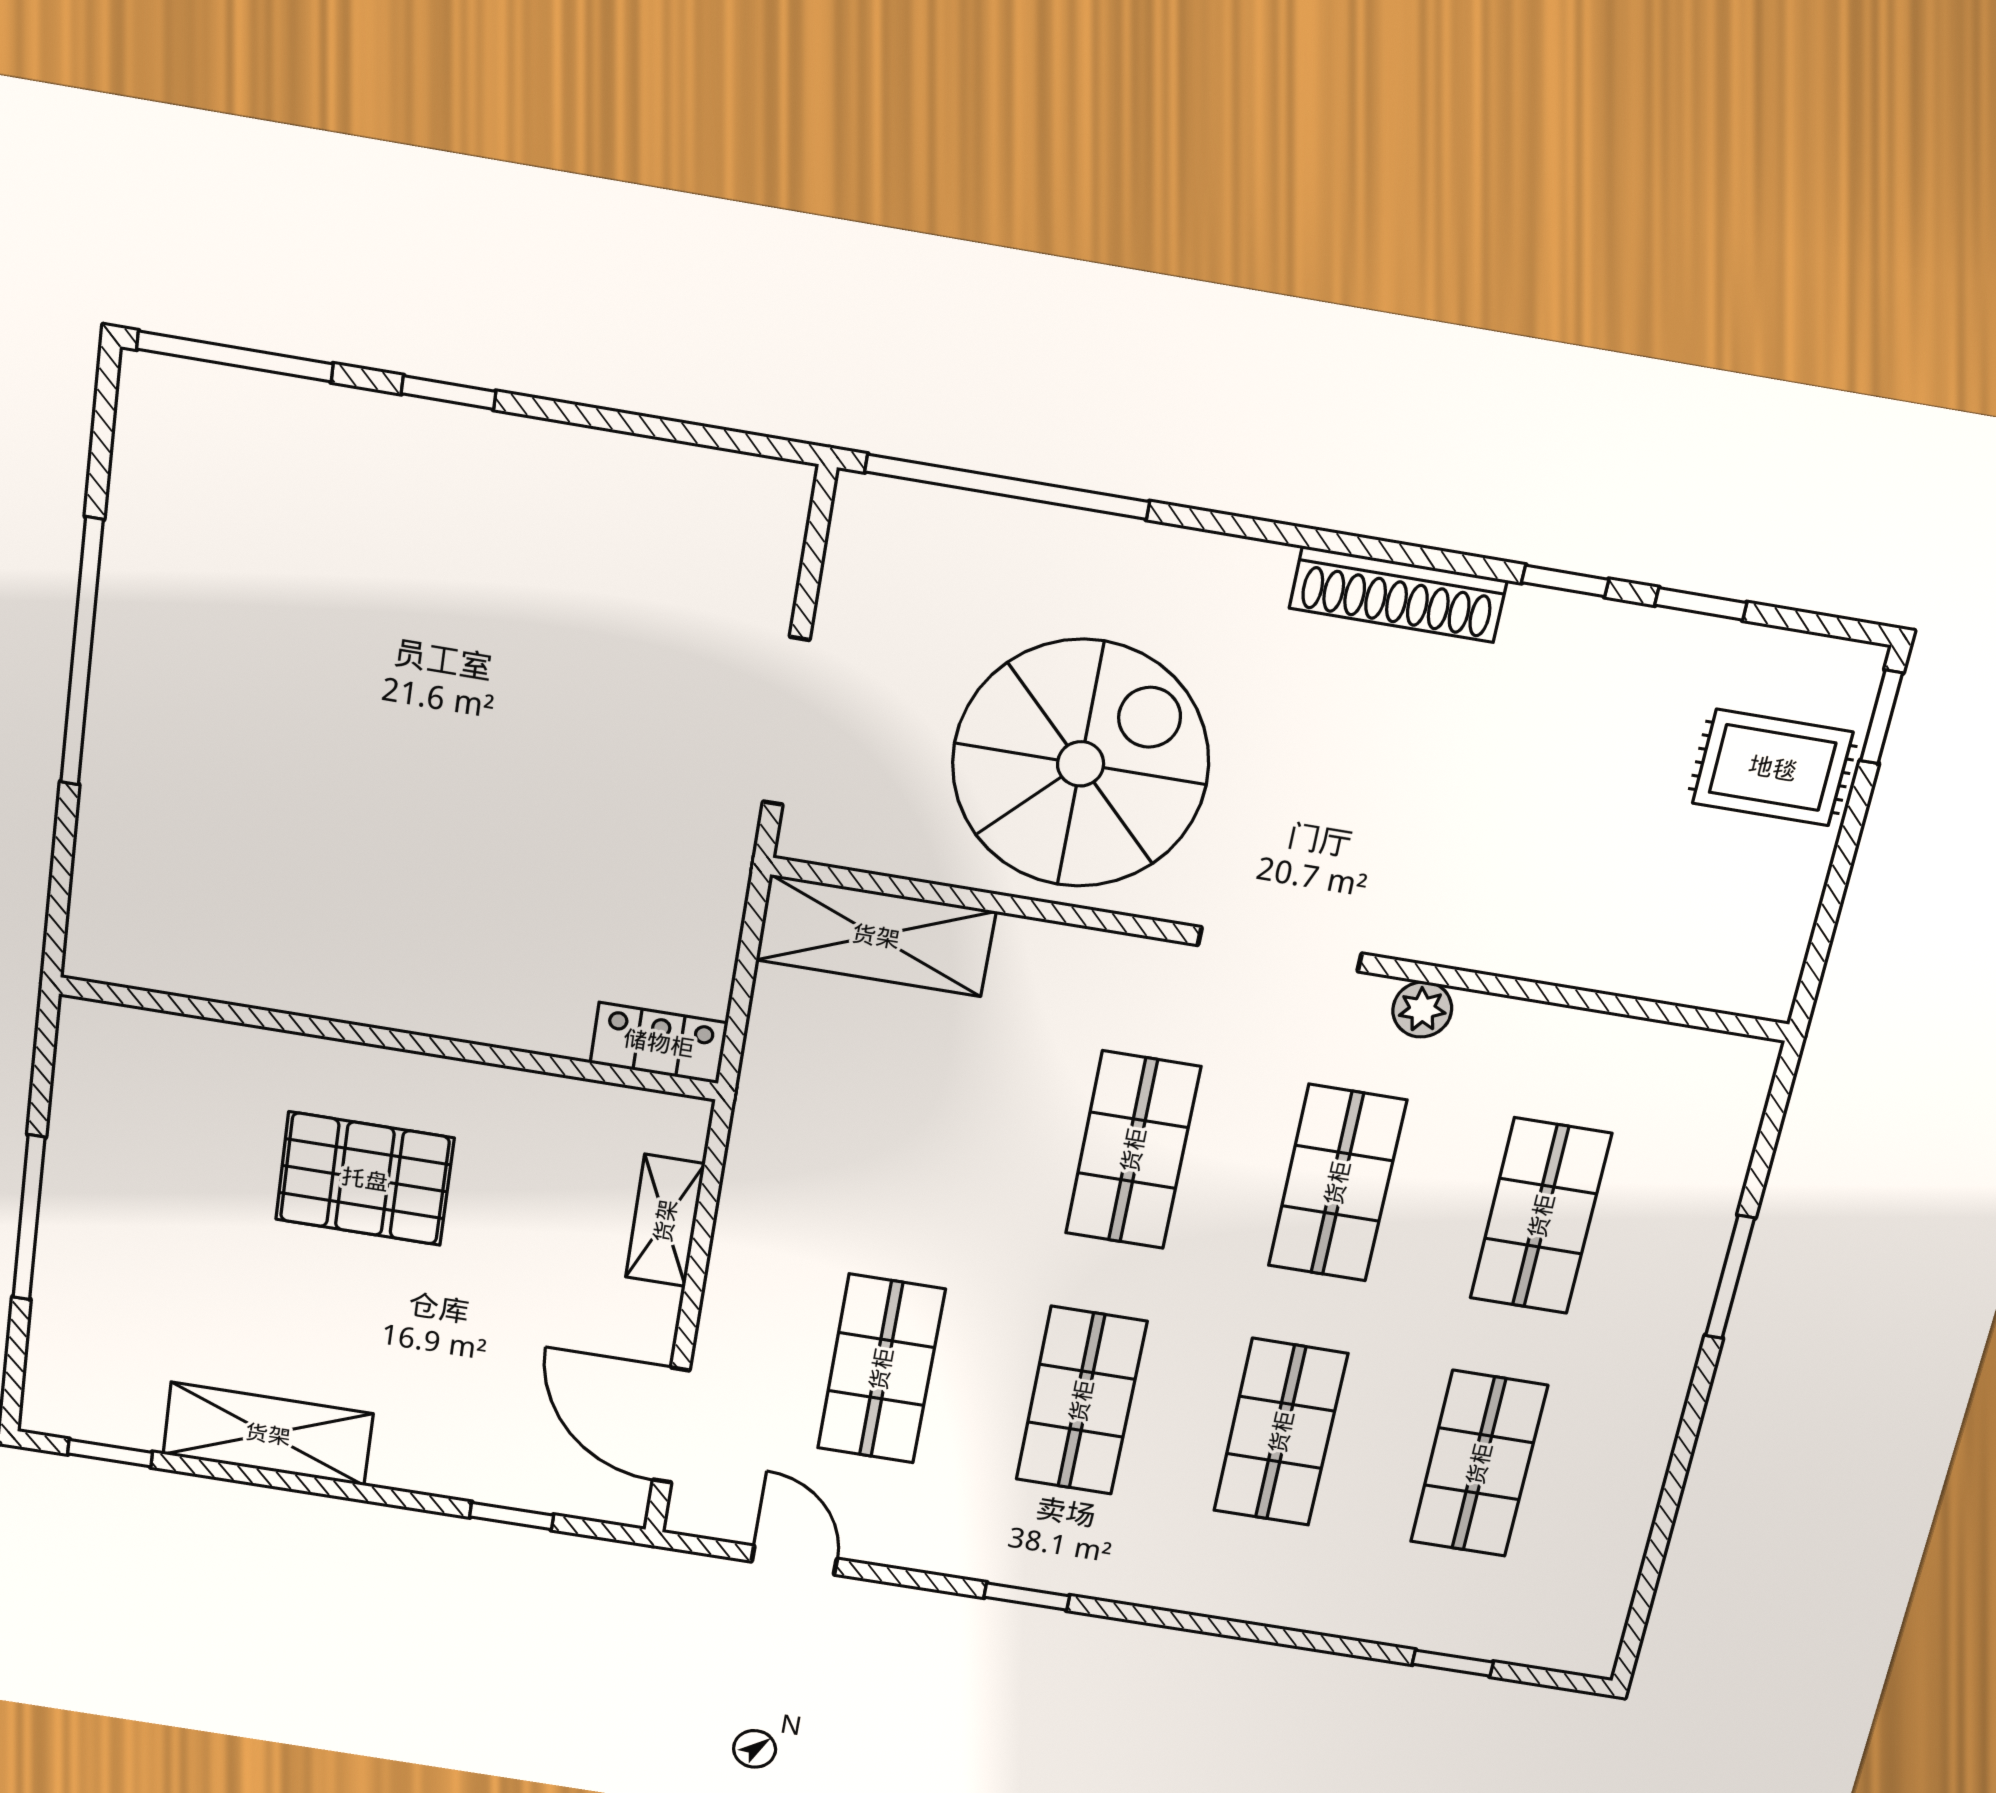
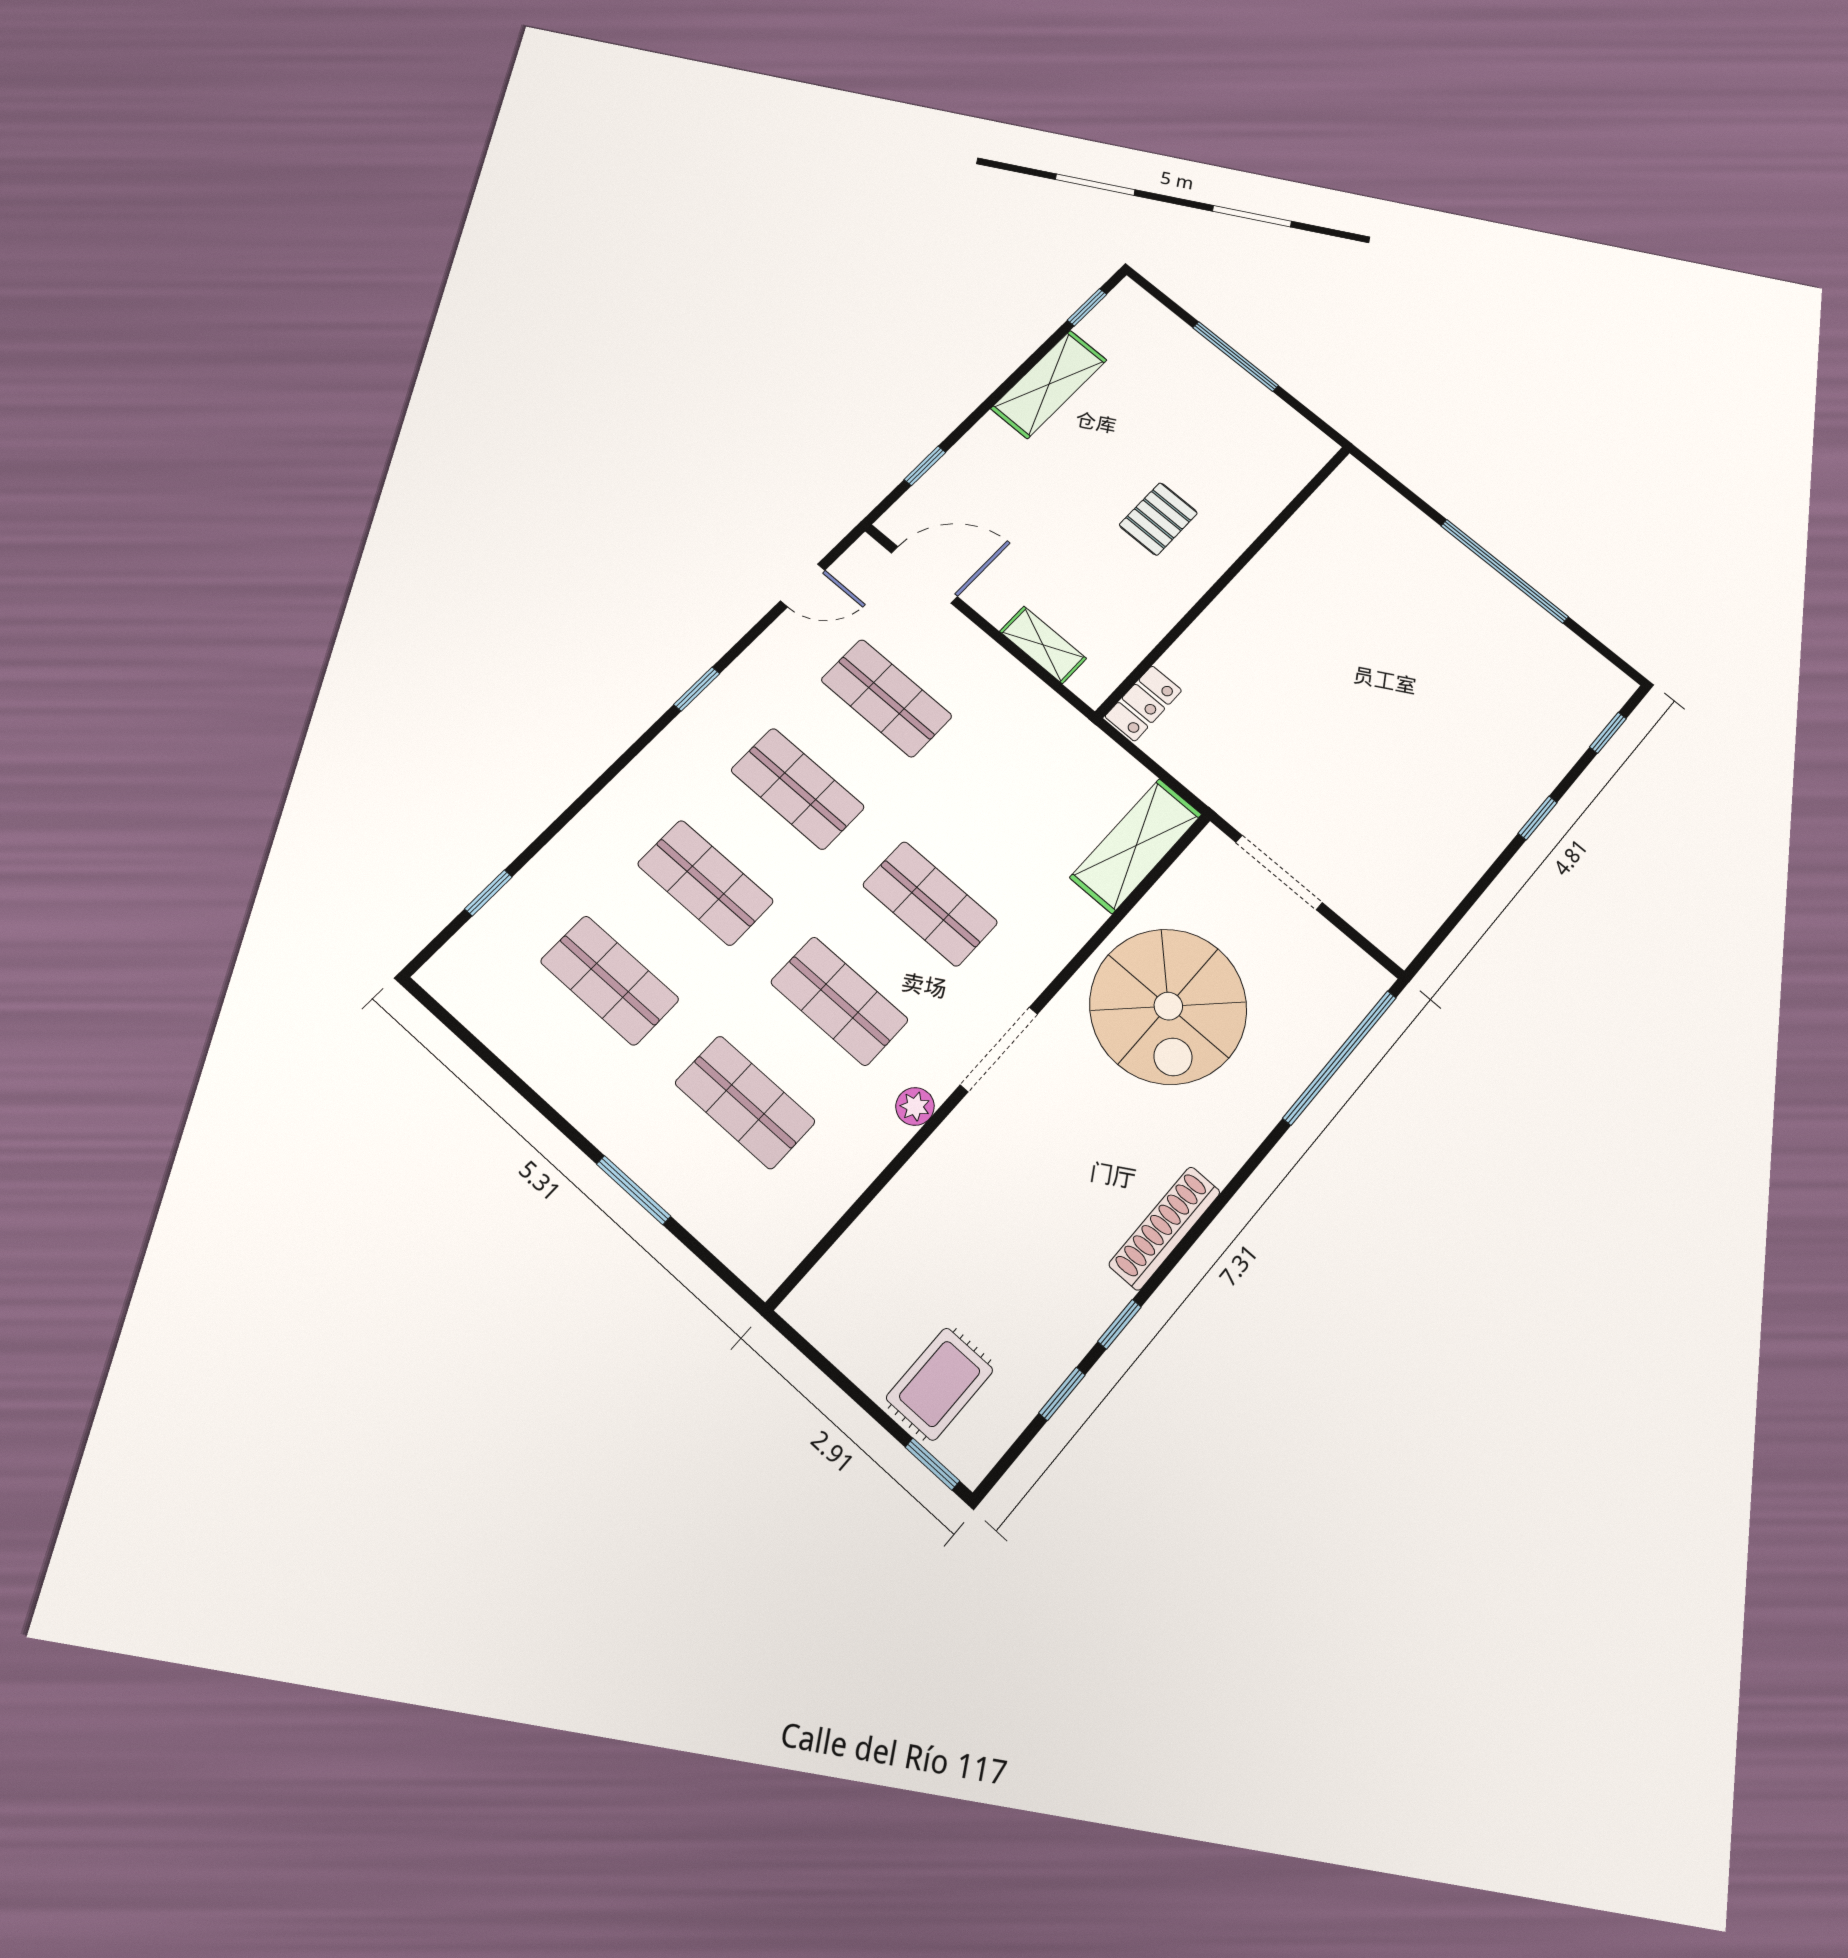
window: (235, 356) -> (1608, 733), width x0.46
pallet: (365, 1179) -> (1158, 519), width x0.67, depth x0.71

